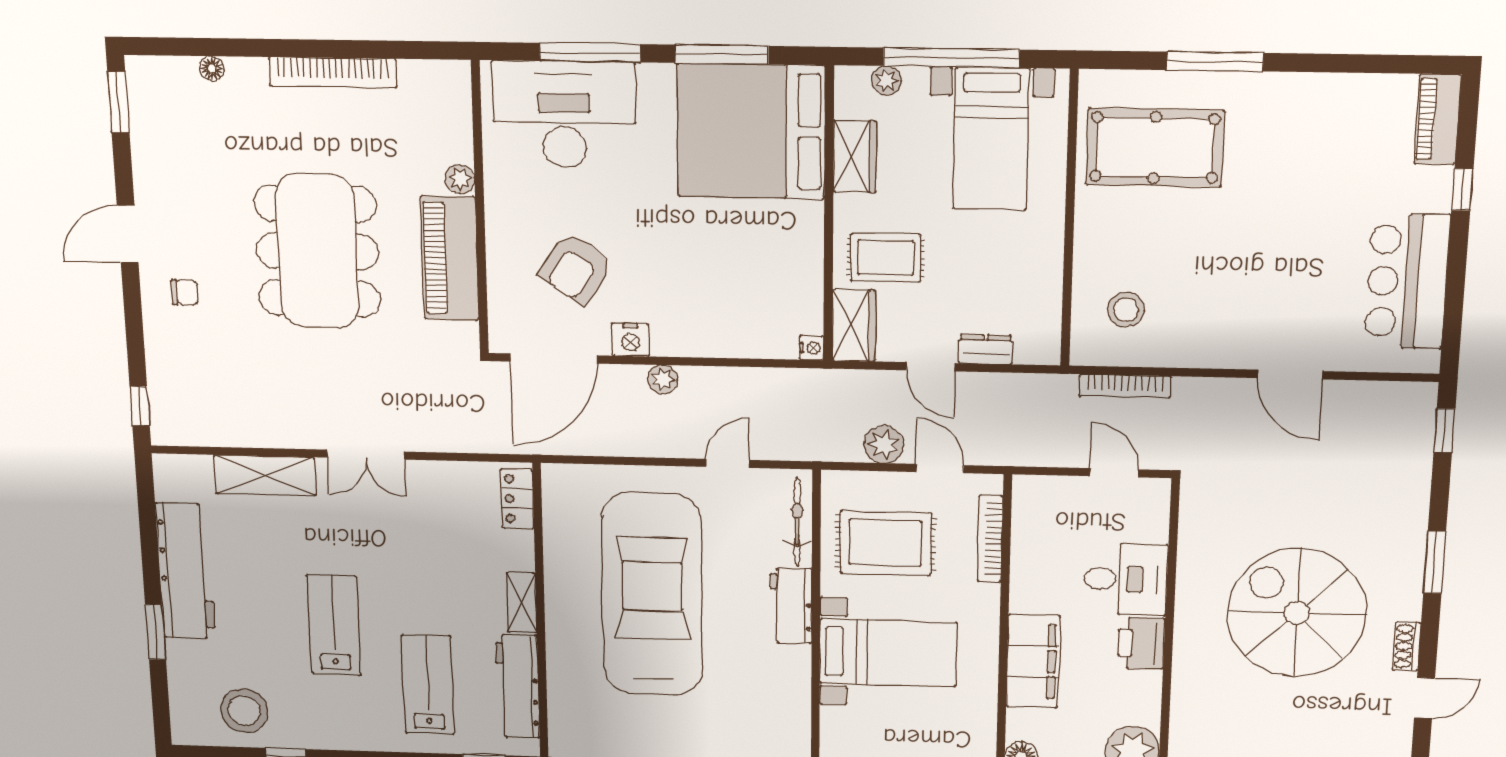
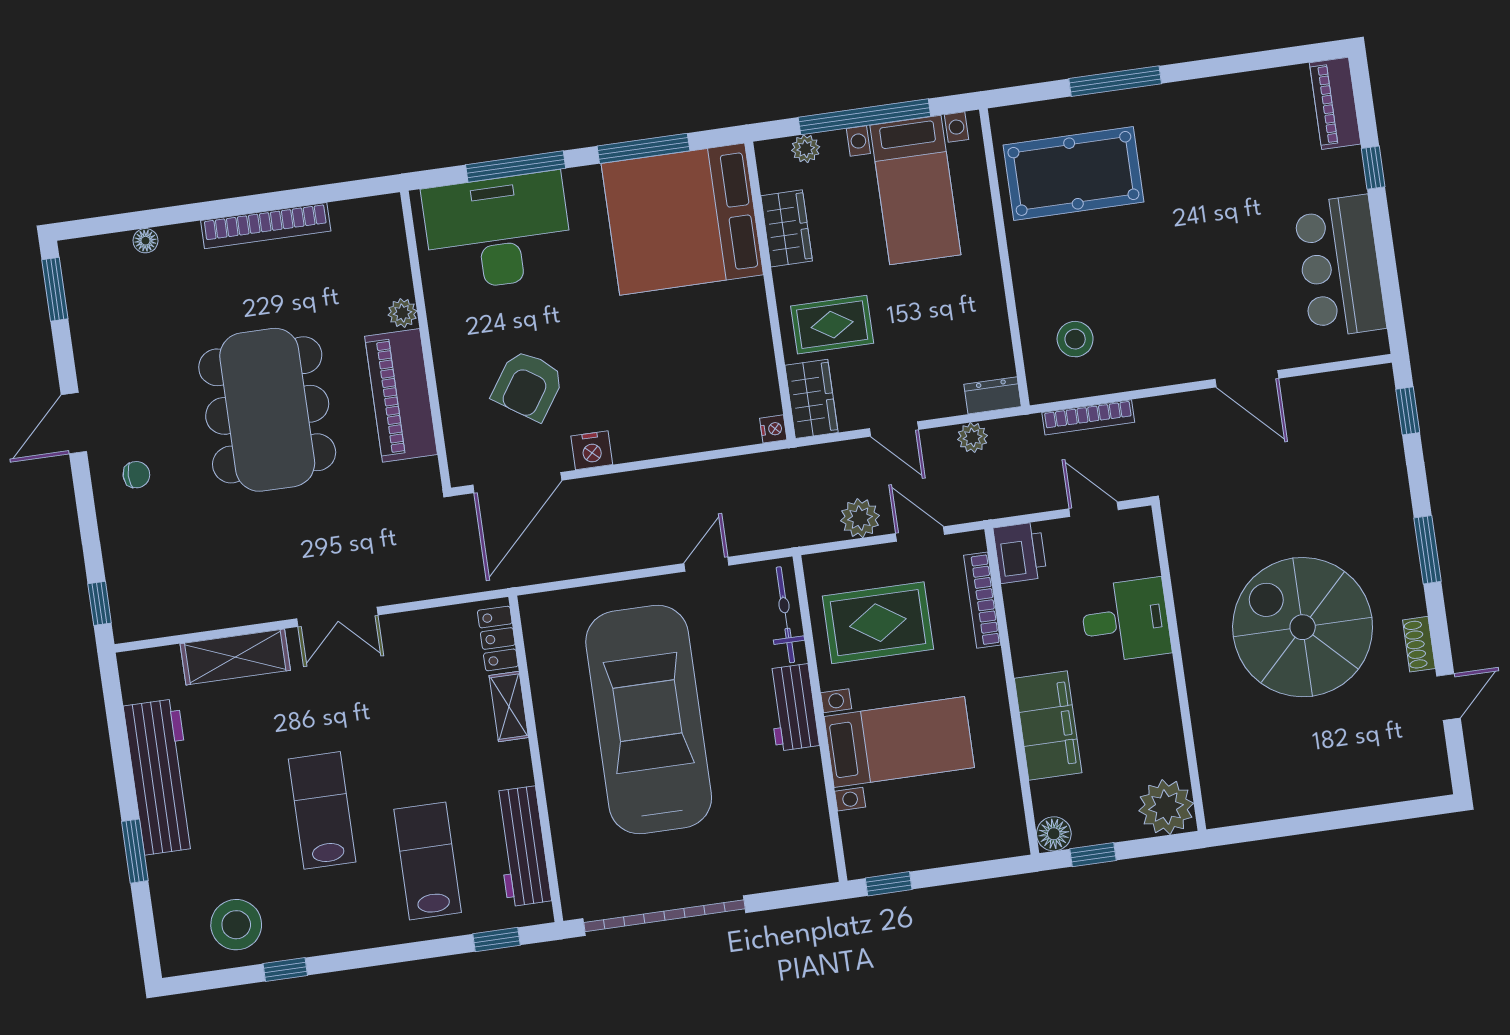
dresser: (985, 349) -> (993, 395), moved
plant: (663, 379) -> (973, 438), moved
shelving: (522, 602) -> (509, 707), moved
printer: (1141, 643) -> (1020, 553), moved, turned 180

